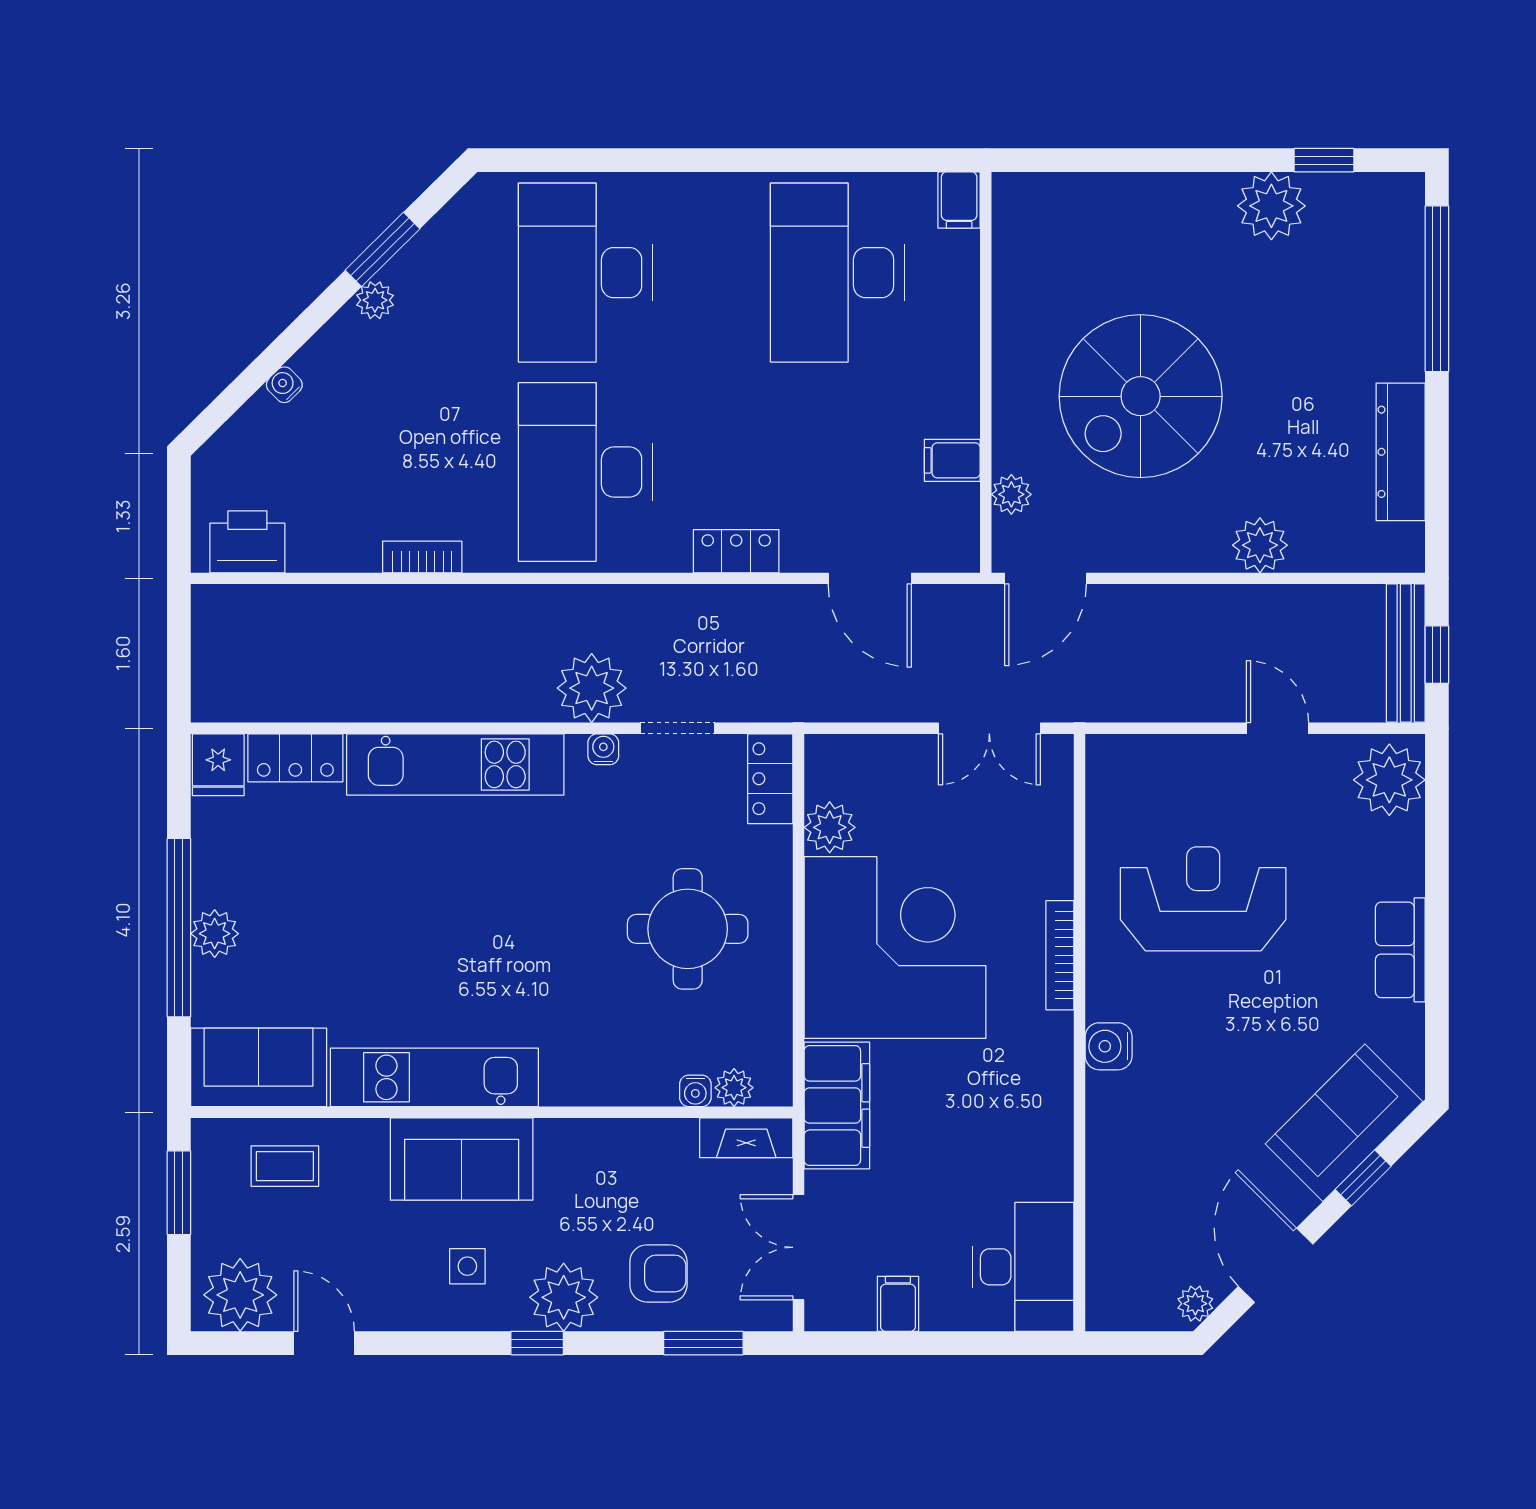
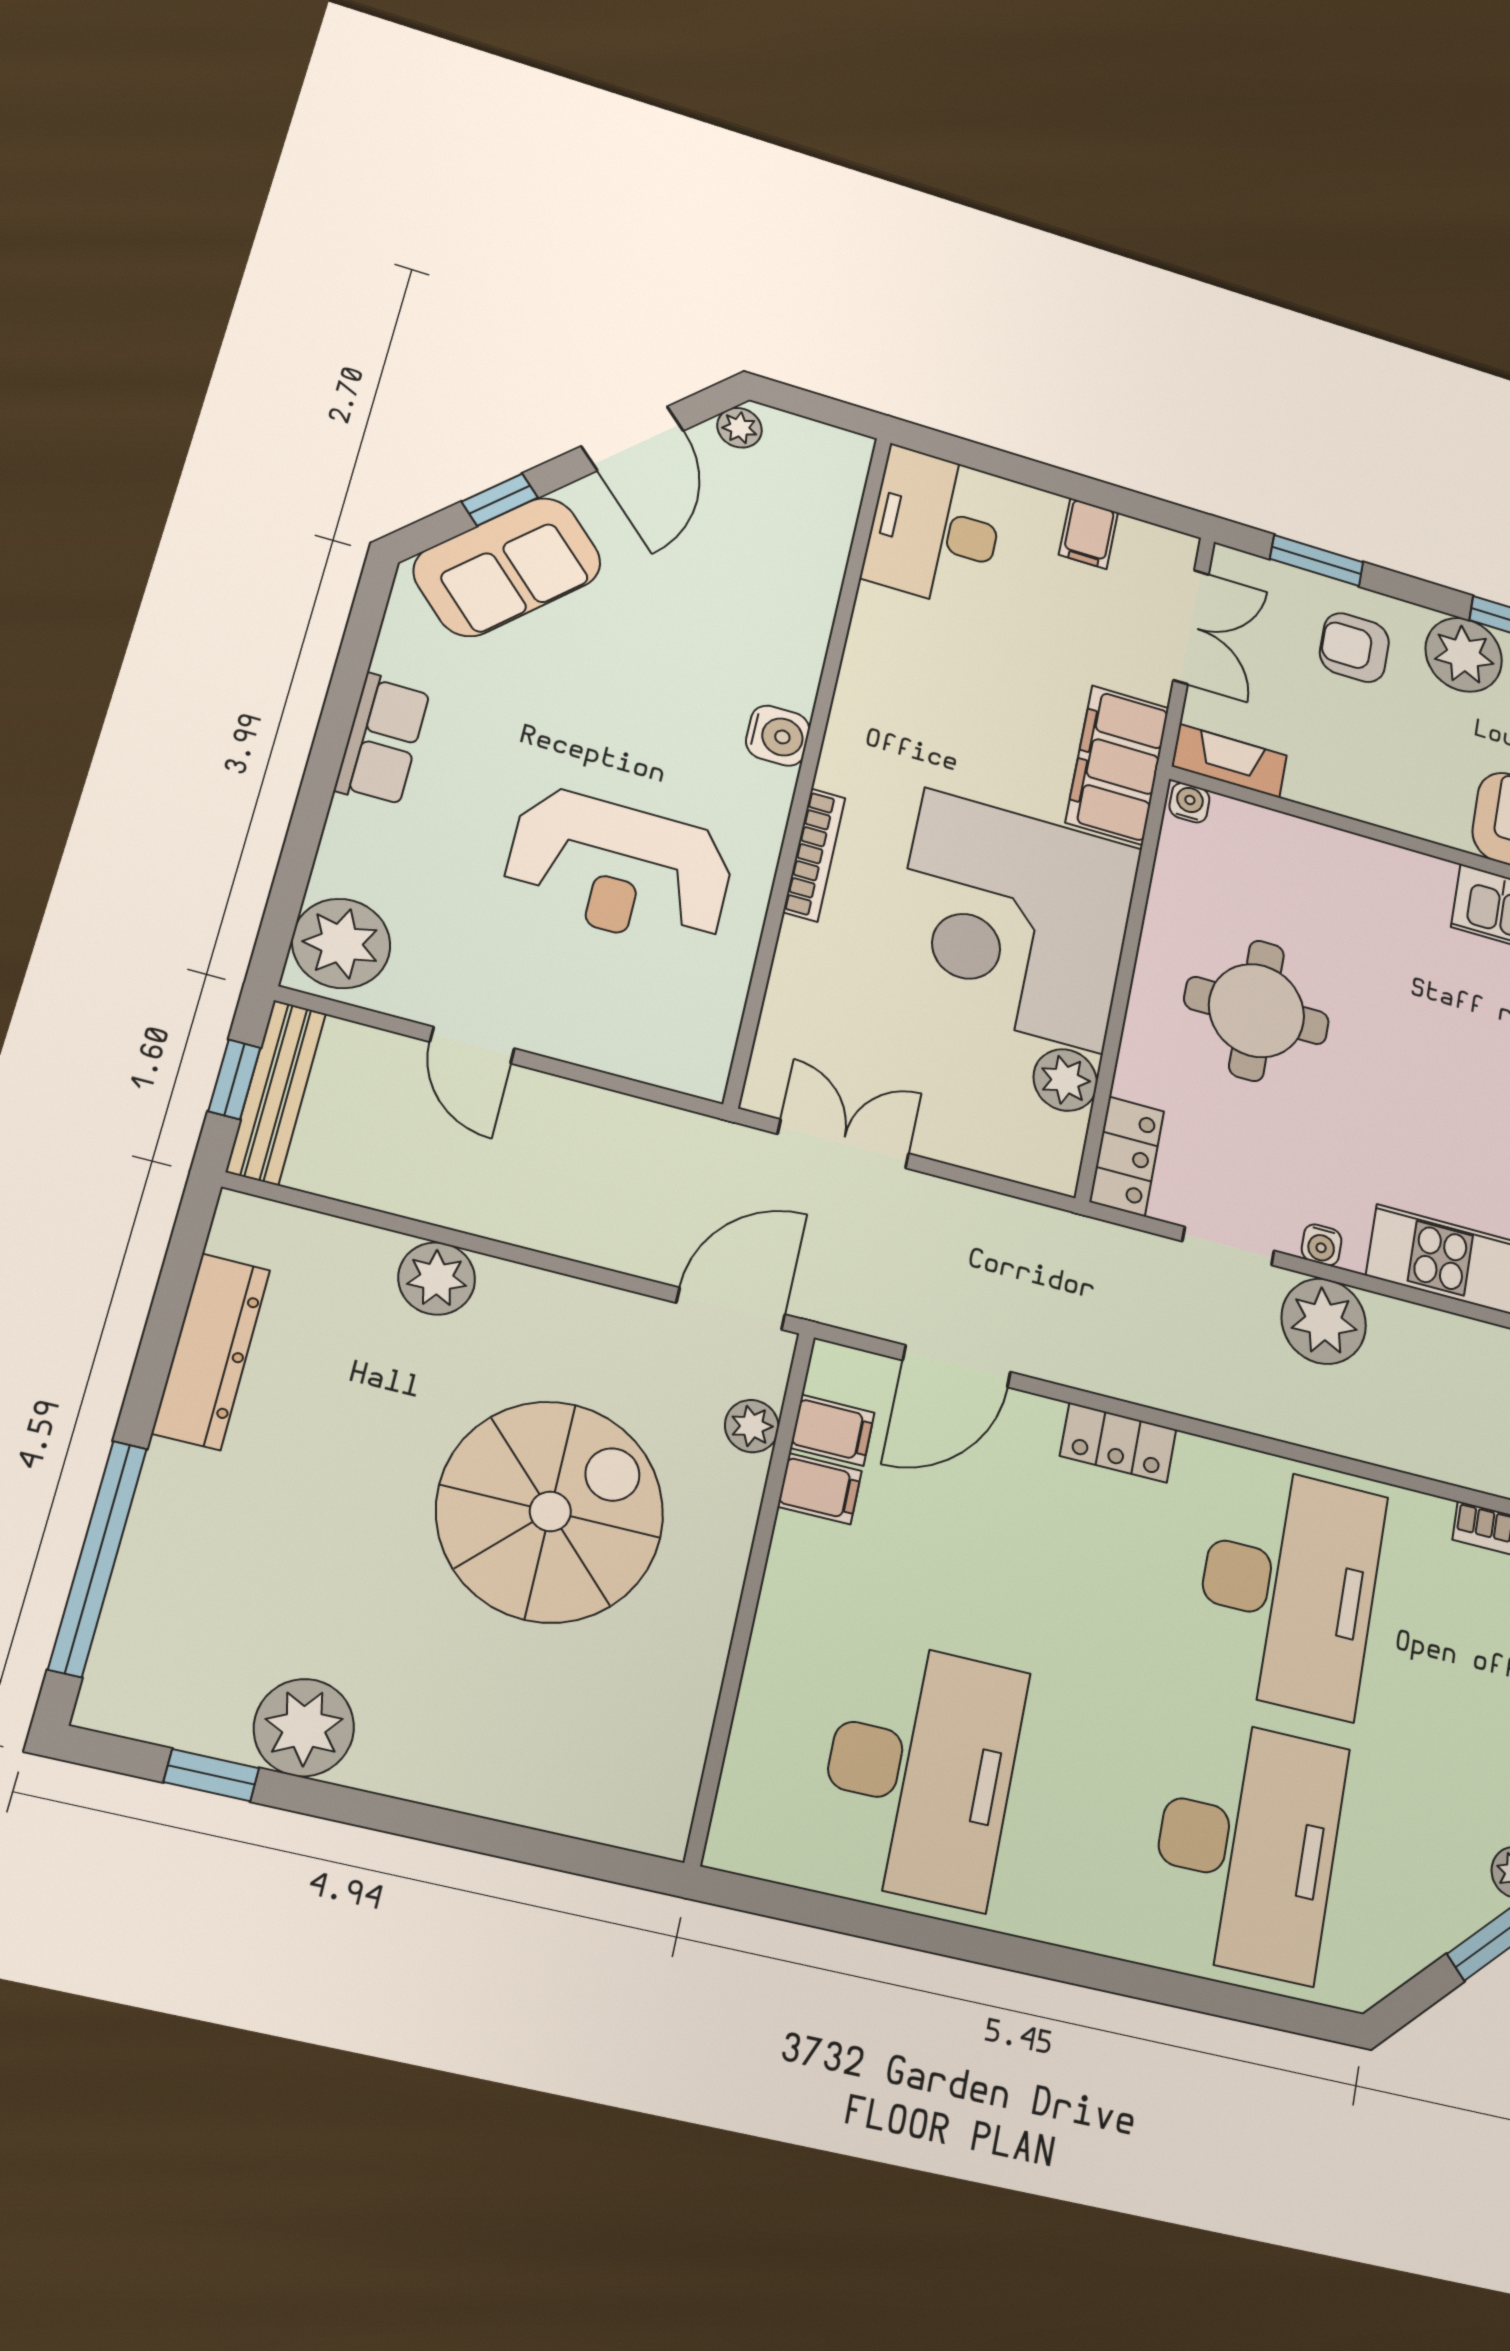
filing cabinet: (959, 200) -> (832, 1430), moved, turned 90
door: (870, 578) -> (957, 1366), swing flipped
plant: (734, 1088) -> (1234, 819), removed
water cooler: (695, 1091) -> (1189, 803), moved

